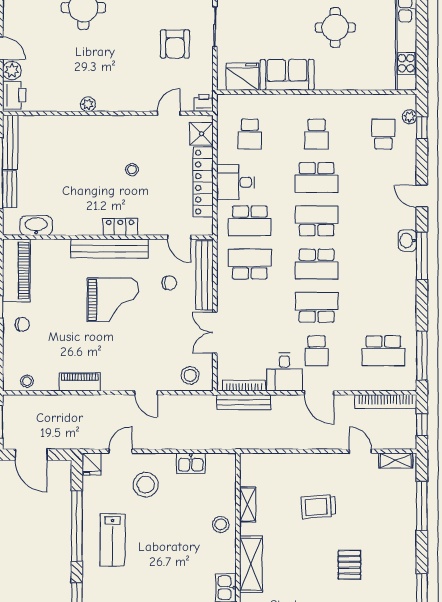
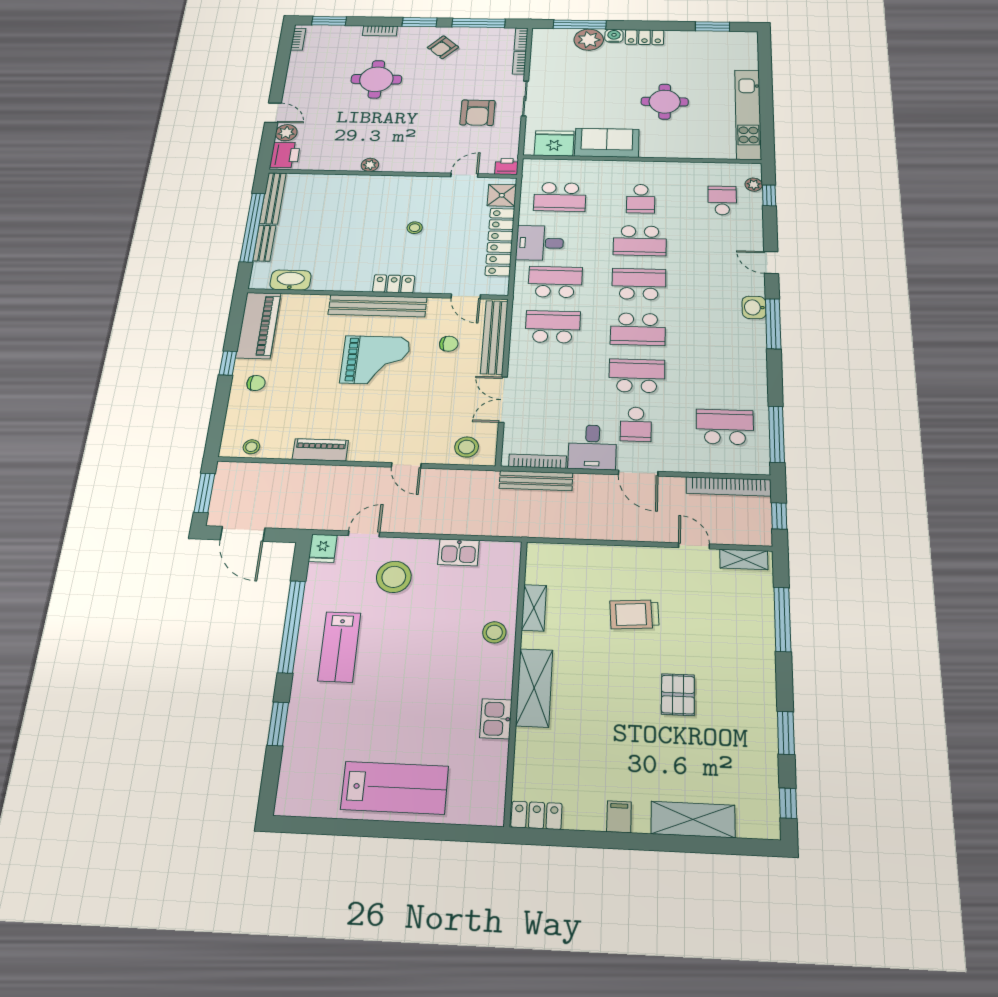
school desk: (250, 134) -> (560, 197), width x1.85
school desk: (250, 221) -> (555, 282), turned 180
school desk: (383, 351) -> (725, 427), turned 180

